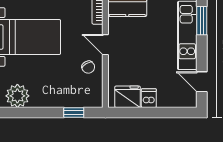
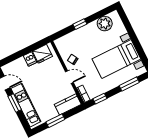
window: (202, 21) -> (15, 103), moved
window: (74, 113) -> (80, 24), moved

